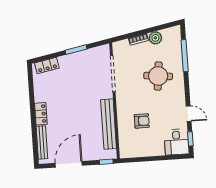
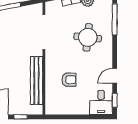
door: (189, 114) -> (115, 76), swing flipped
window: (106, 162) -> (21, 117), moved

